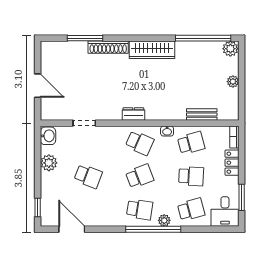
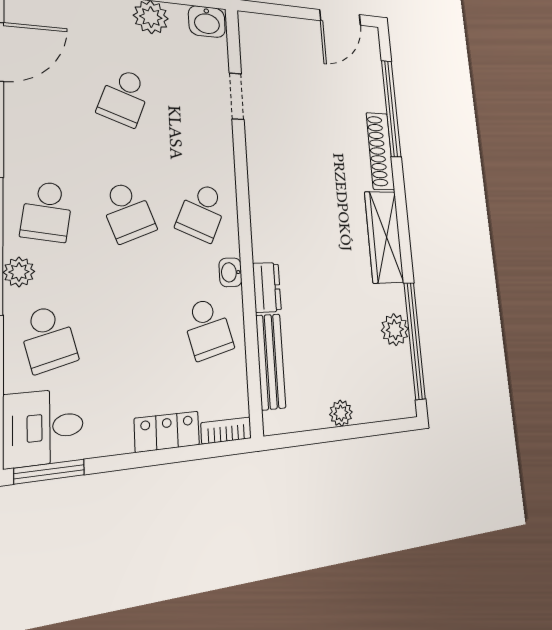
window: (85, 38) -> (391, 108), width x1.46
plant: (230, 49) -> (395, 330), moved
door: (38, 86) -> (340, 17), moved
dresser: (133, 114) -> (267, 287), moved
bench: (202, 114) -> (271, 361), width x1.36
school desk: (191, 176) -> (131, 333), removed
window: (242, 197) -> (49, 472), moved

